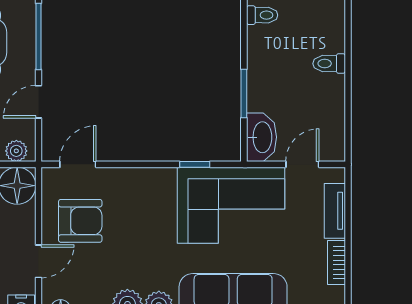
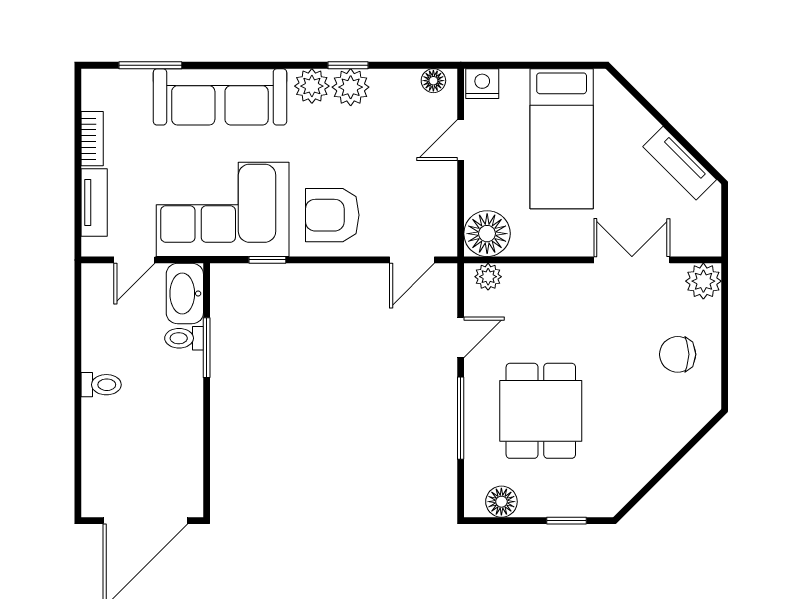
toilet: (262, 15) -> (184, 338), moved
armchair: (80, 221) -> (332, 215), moved

